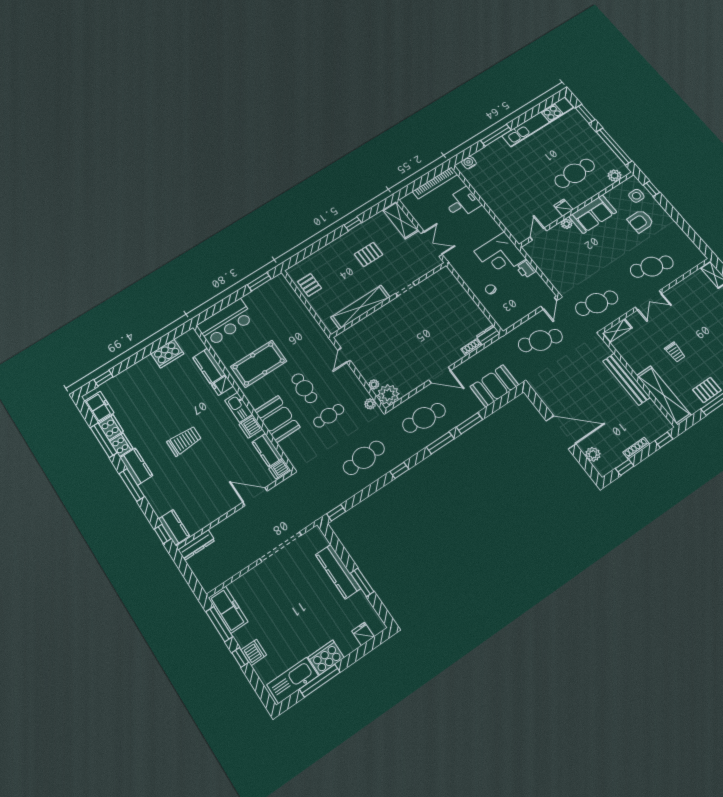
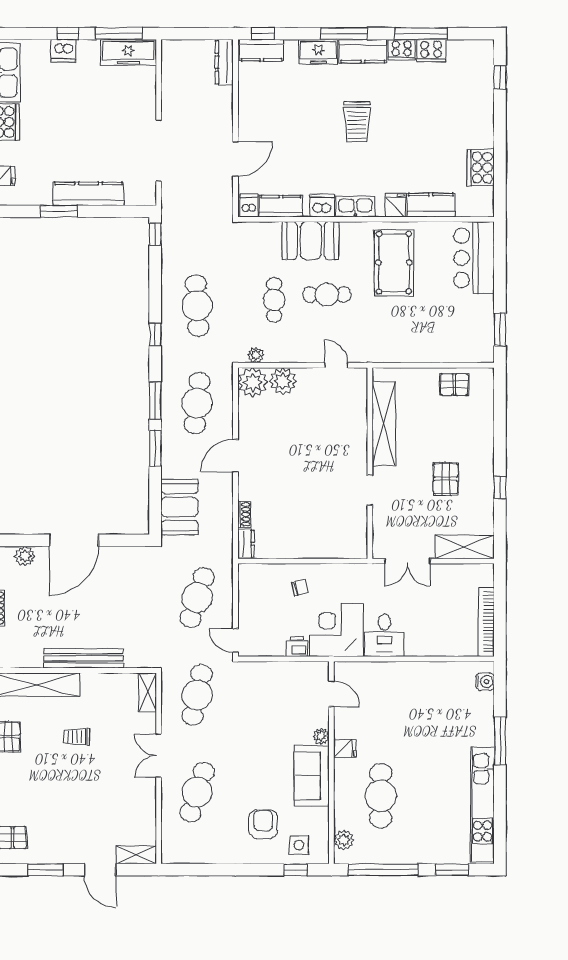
desk: (462, 203) -> (384, 635), moved
plant: (374, 384) -> (283, 381), width x1.88, depth x1.88
freezer: (99, 407) -> (318, 52), moved

